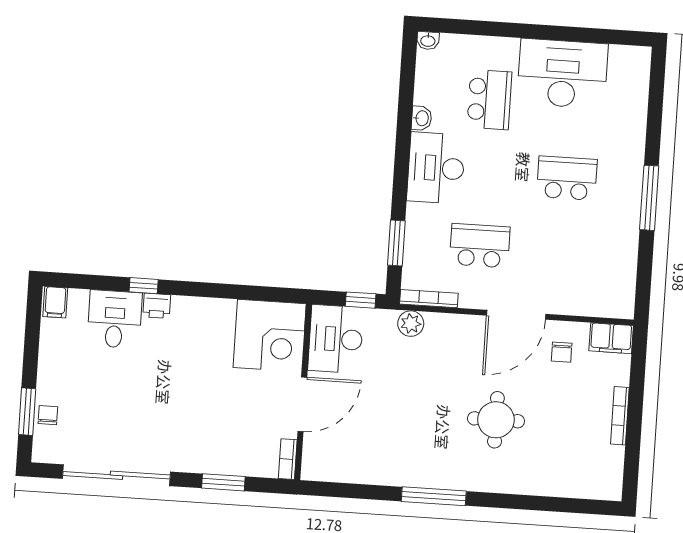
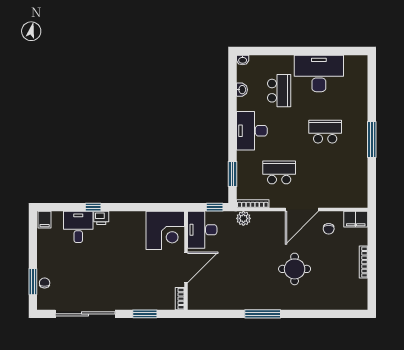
washbasin: (422, 118) -> (242, 90), moved

